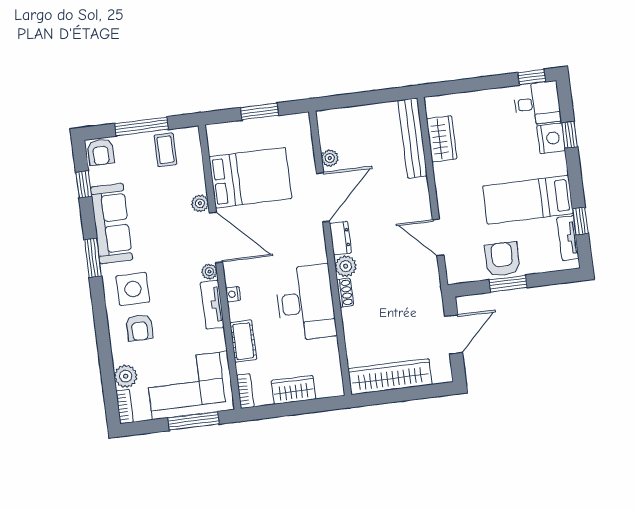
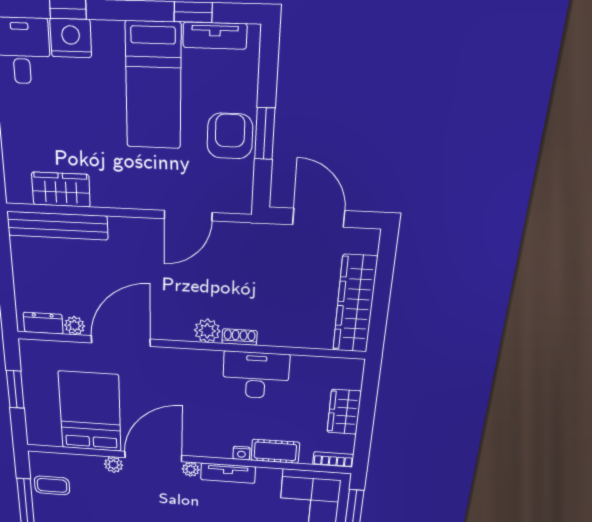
door: (323, 197) -> (121, 341), hinge flipped
dresser: (340, 238) -> (43, 323), moved
armchair: (502, 259) -> (230, 136), turned 90
nightstand: (233, 294) -> (241, 453), moved
desk: (306, 303) -> (256, 375), width x0.73, depth x0.77

